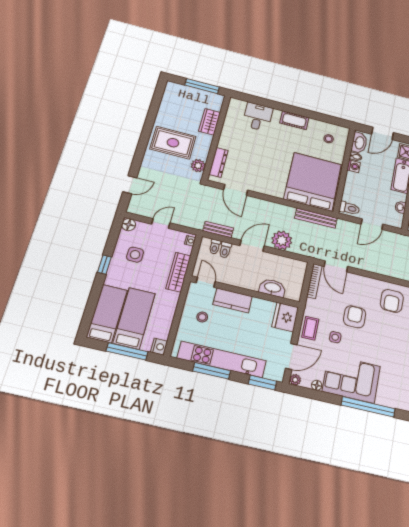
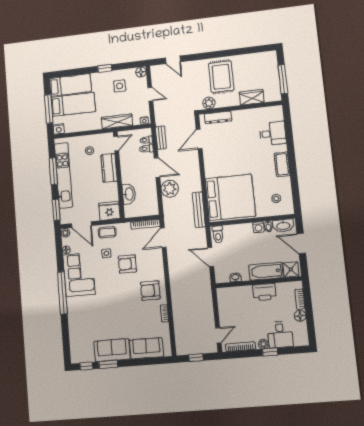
armchair: (355, 317) -> (127, 264), turned 180

